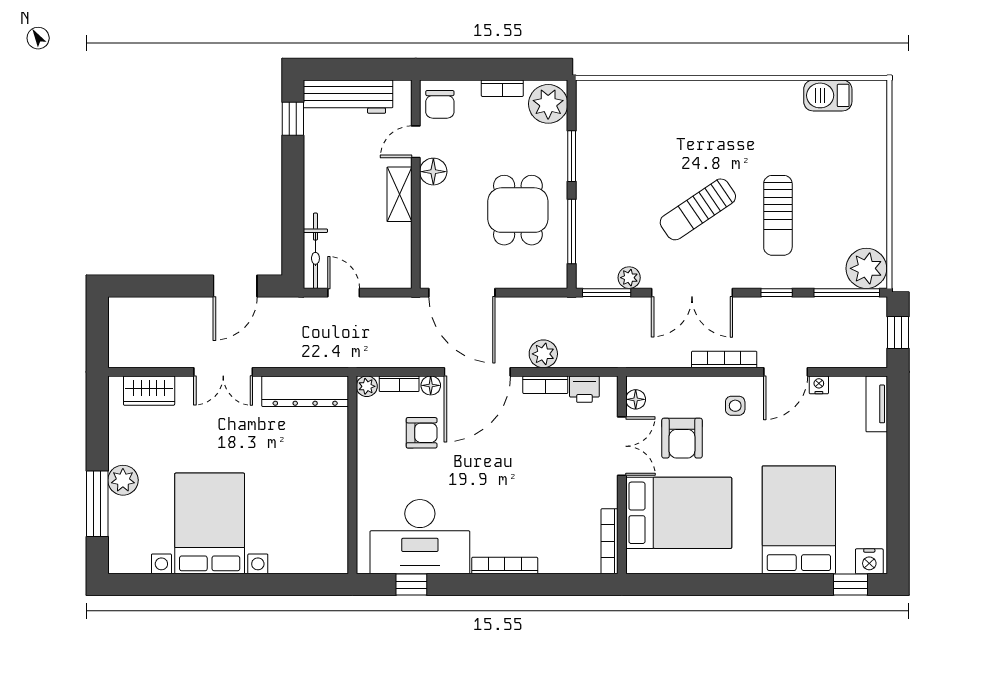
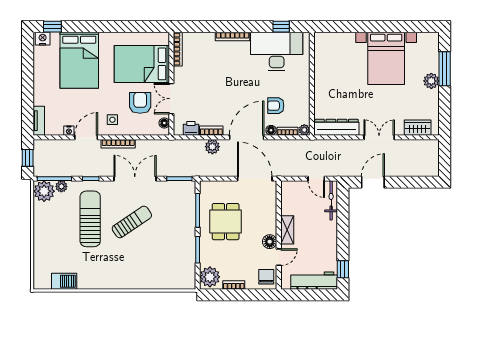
sun lounger: (778, 215) -> (90, 219), width x1.36, depth x1.34
plant: (629, 278) -> (61, 186), moved

